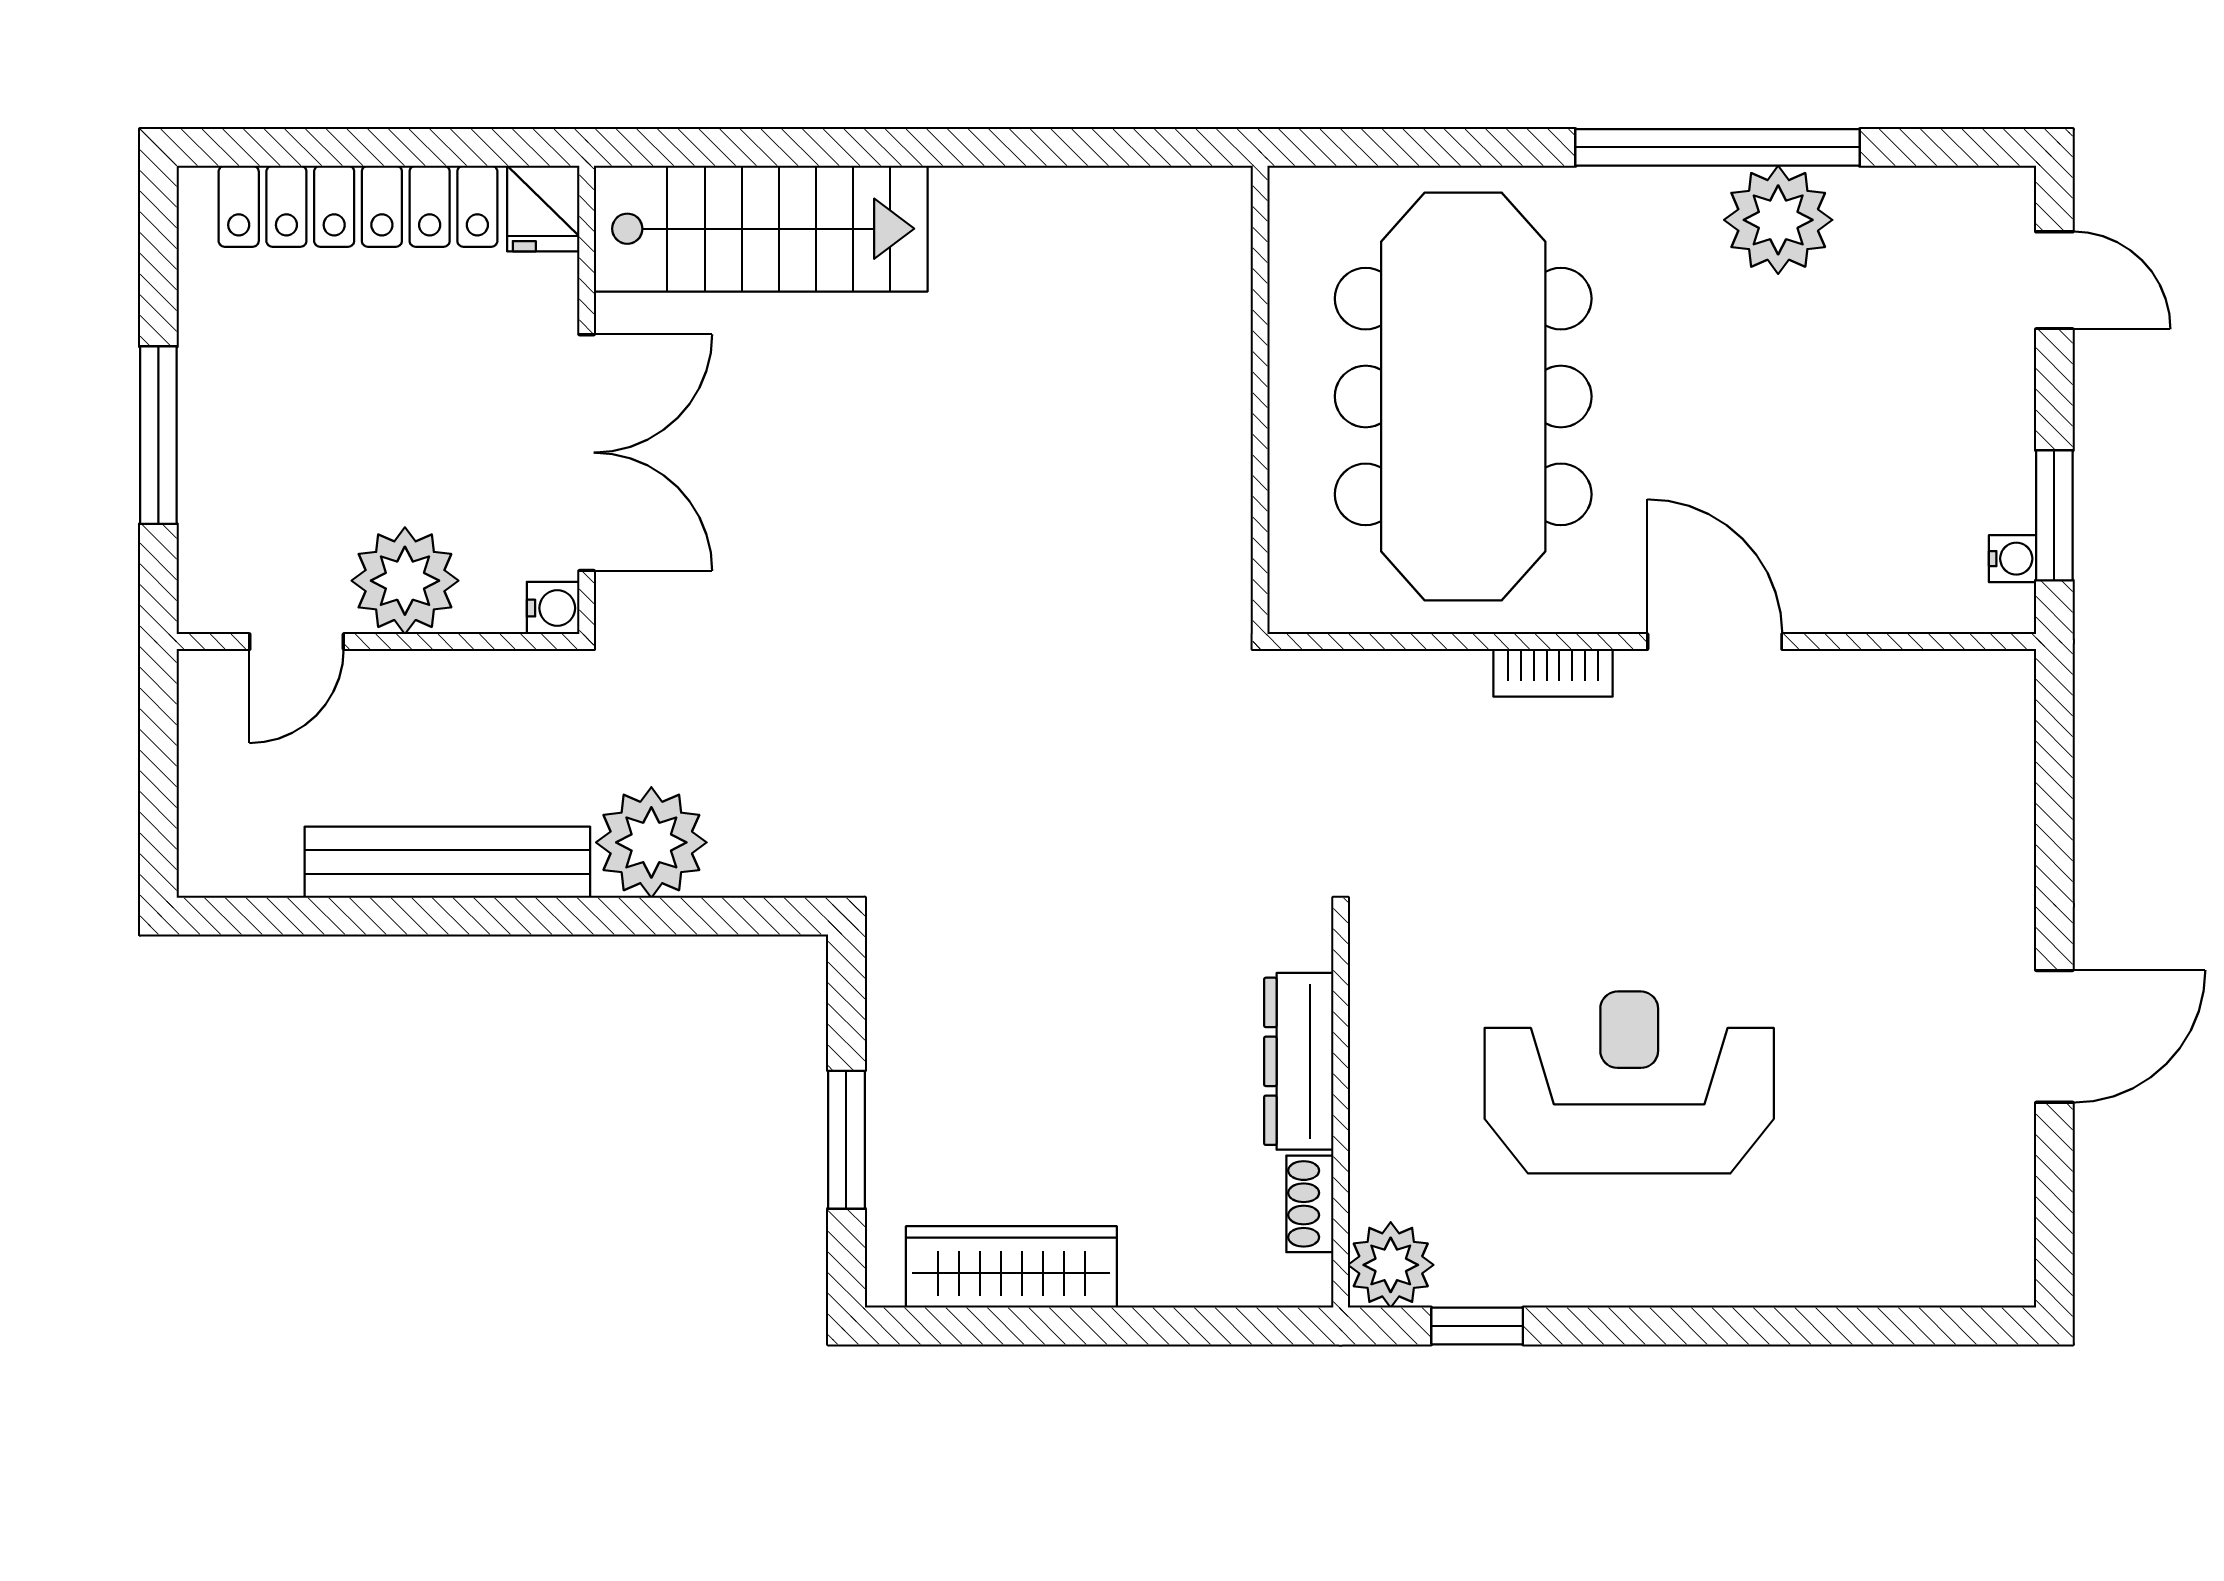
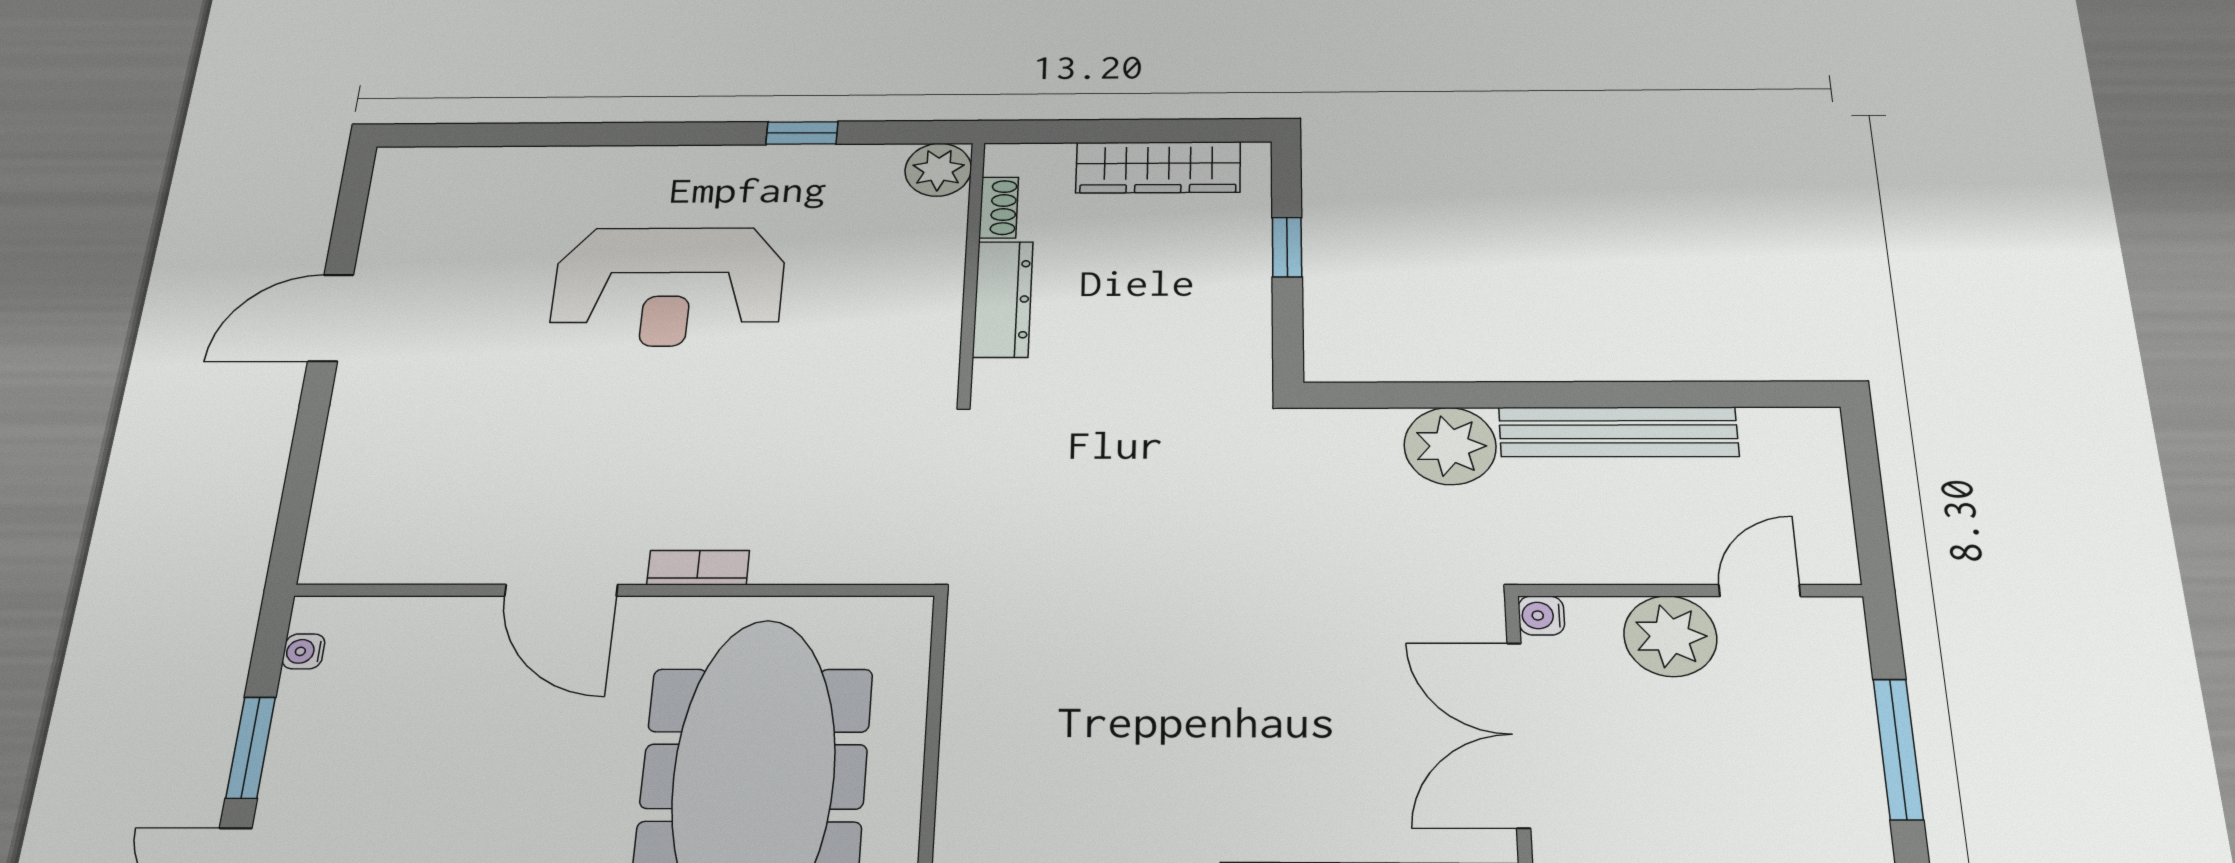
window: (2054, 515) -> (251, 747), moved
dresser: (1299, 1061) -> (1003, 299), moved
wall: (1341, 1110) -> (971, 268), moved
window: (846, 1140) -> (1287, 247), width x0.67
shoe rack: (1310, 1204) -> (999, 208), moved
plant: (1391, 1265) -> (938, 170), moved

